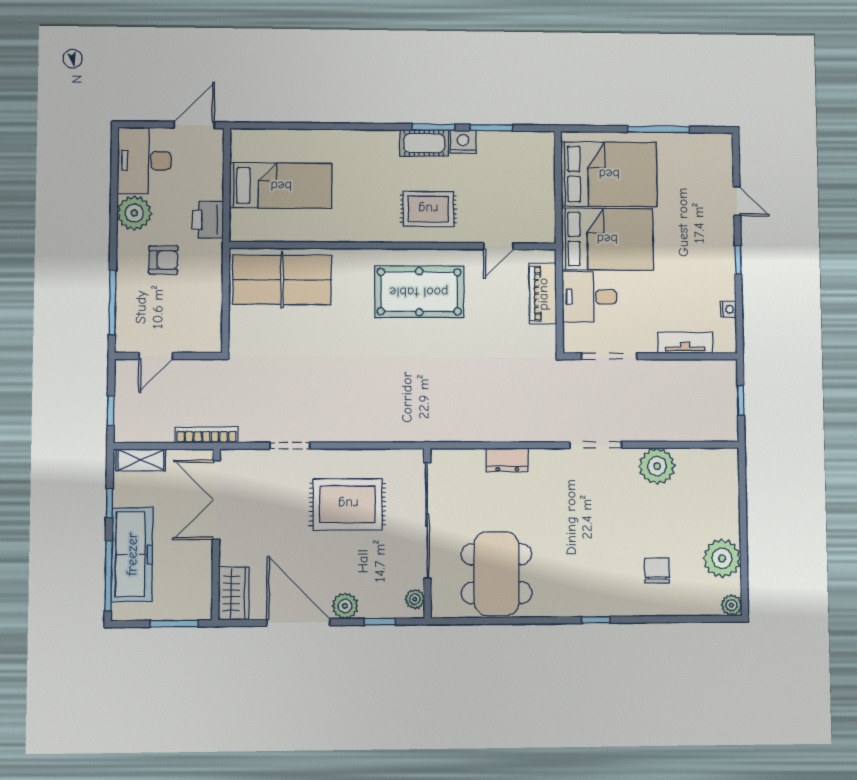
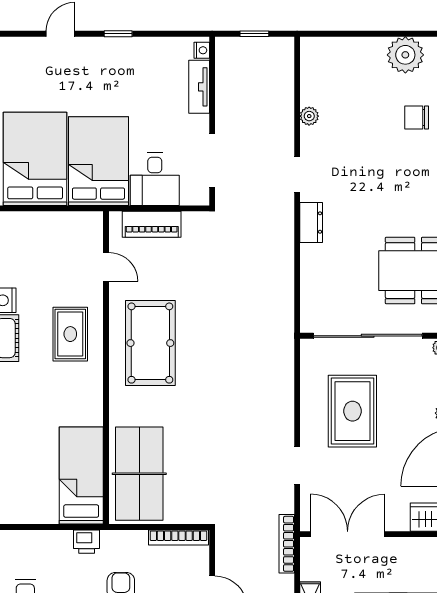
bed: (281, 186) -> (81, 475), moved
printer: (208, 220) -> (87, 542), width x0.73, depth x0.81
nightstand: (728, 309) -> (202, 50), moved, turned 90
bookcase: (214, 320) -> (178, 537), added
doorway: (596, 445) -> (297, 175), width x0.73
dresser: (507, 460) -> (311, 223), moved
plant: (657, 466) -> (309, 116), width x0.53, depth x0.53
double door: (216, 500) -> (348, 534), swing flipped

